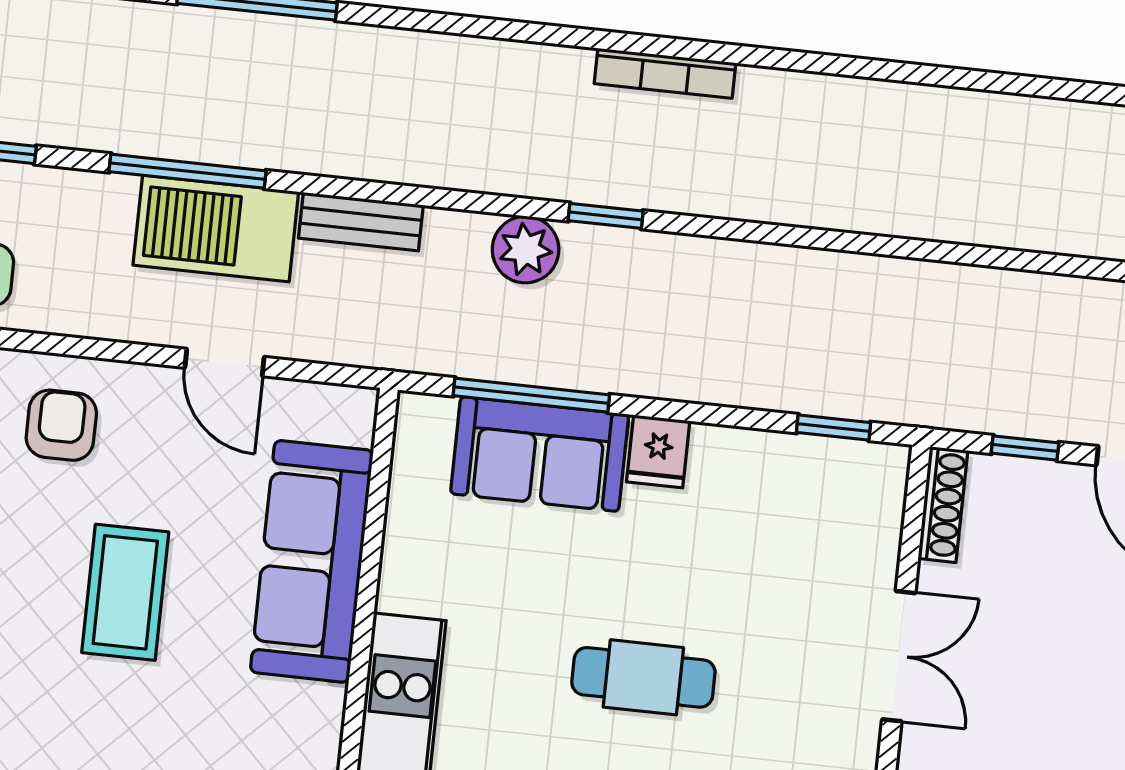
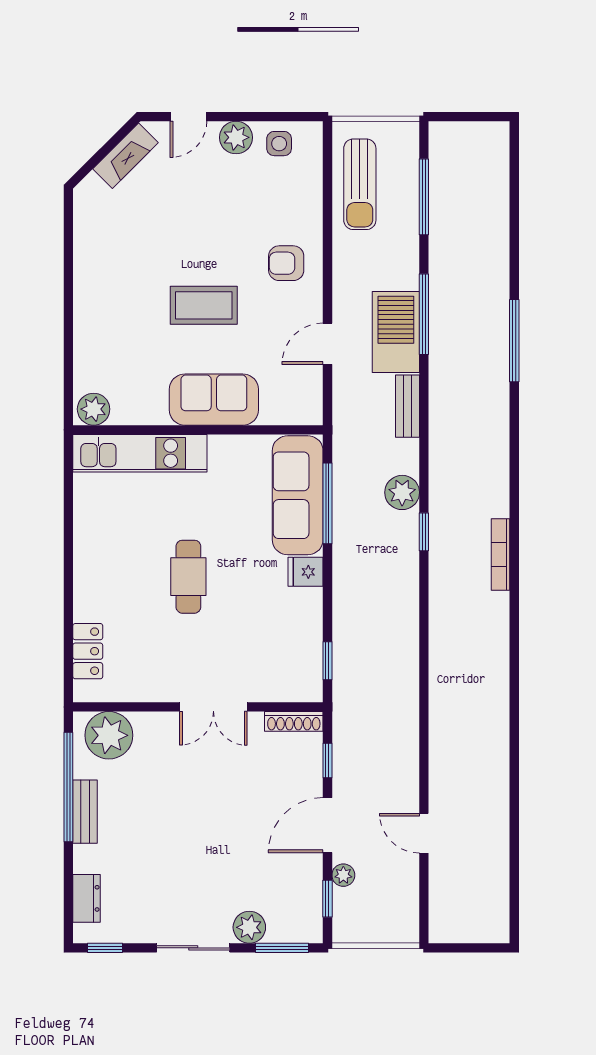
armchair: (61, 425) -> (286, 263), turned 180
sofa: (540, 454) -> (298, 495), width x1.36
sofa: (312, 561) -> (214, 400), width x0.73

